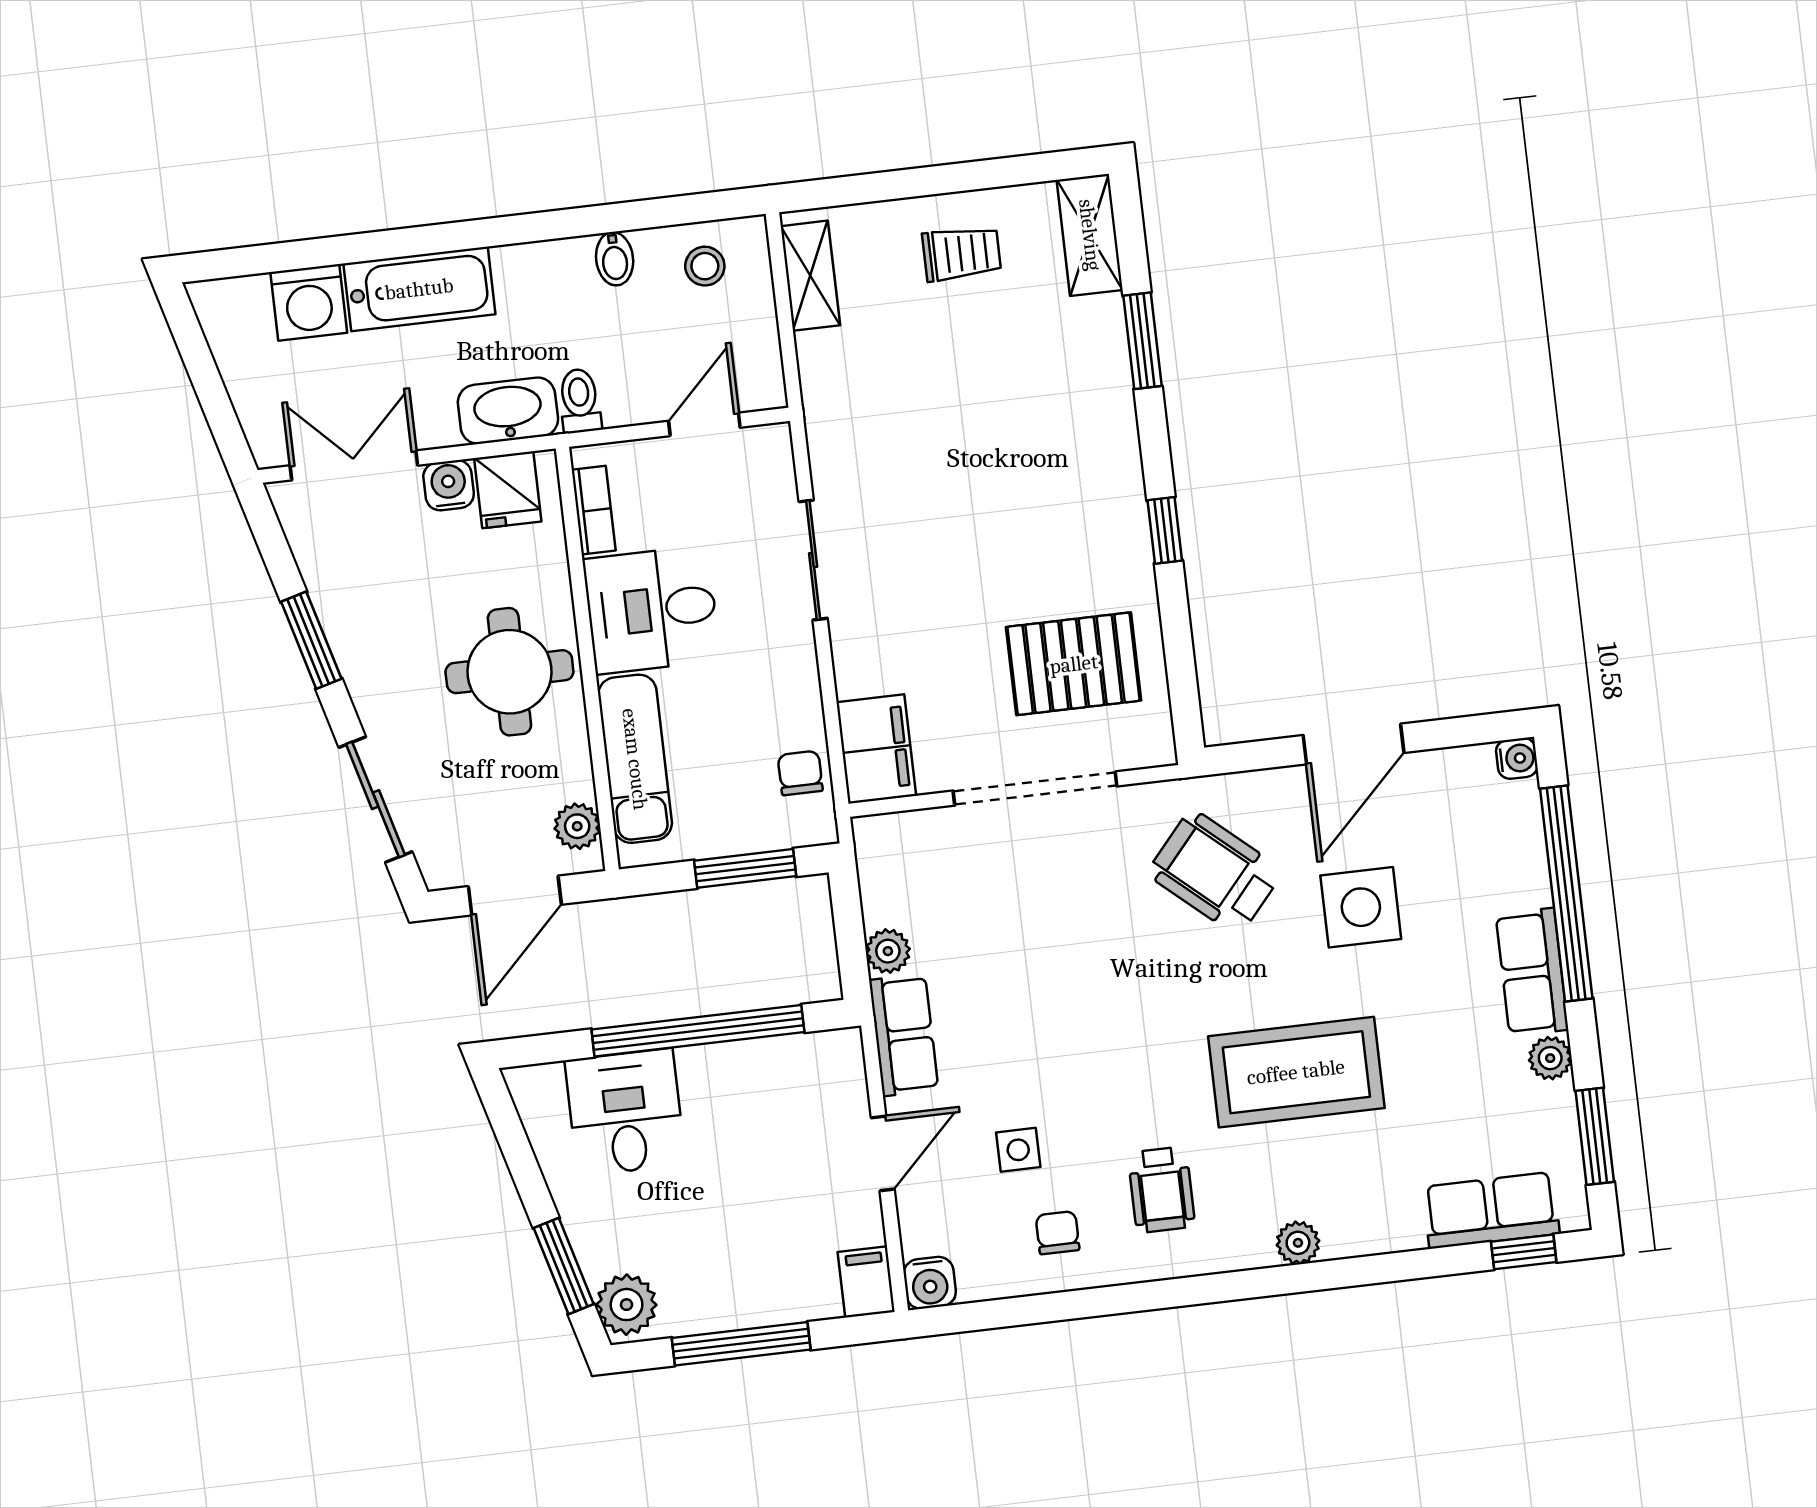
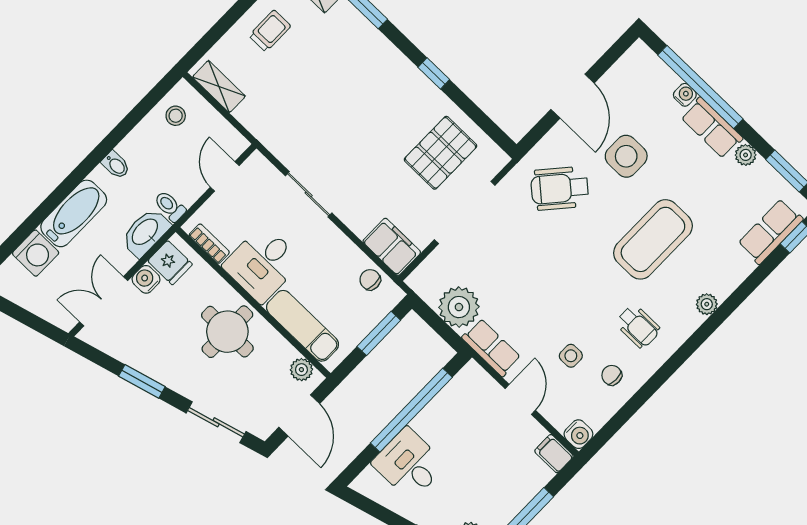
bidet: (615, 259) -> (116, 165), moved
water cooler: (1517, 758) -> (685, 95), moved
plant: (888, 951) -> (459, 307), width x1.88, depth x1.88

